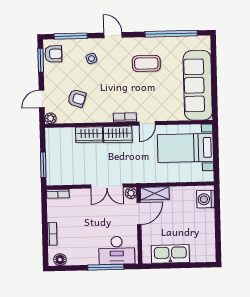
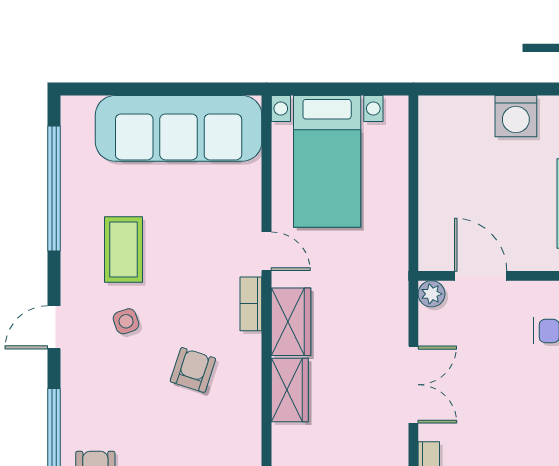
side table: (91, 59) -> (126, 321), moved
armchair: (77, 98) -> (193, 370), moved
double door: (107, 186) -> (413, 385), moved
shelving: (155, 193) -> (434, 237), removed
washing machine: (206, 199) -> (516, 116), moved

